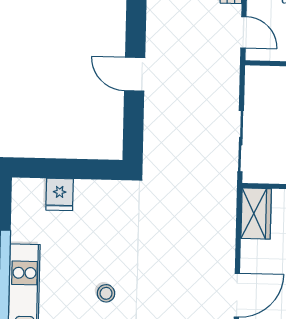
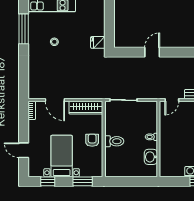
fridge: (60, 194) -> (98, 42), moved
wardrobe: (256, 214) -> (86, 108), width x1.50

